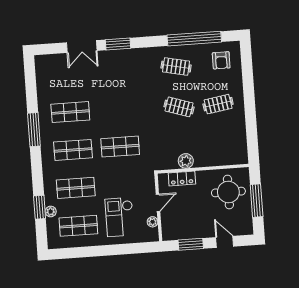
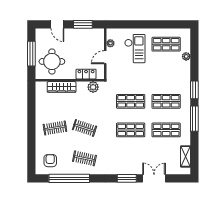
shelving: (42, 79) -> (186, 156), added
wardrobe: (213, 159) -> (62, 87), added
plant: (186, 161) -> (93, 87), moved
shop shelf: (76, 188) -> (131, 130), moved
window: (40, 207) -> (194, 90), moved

